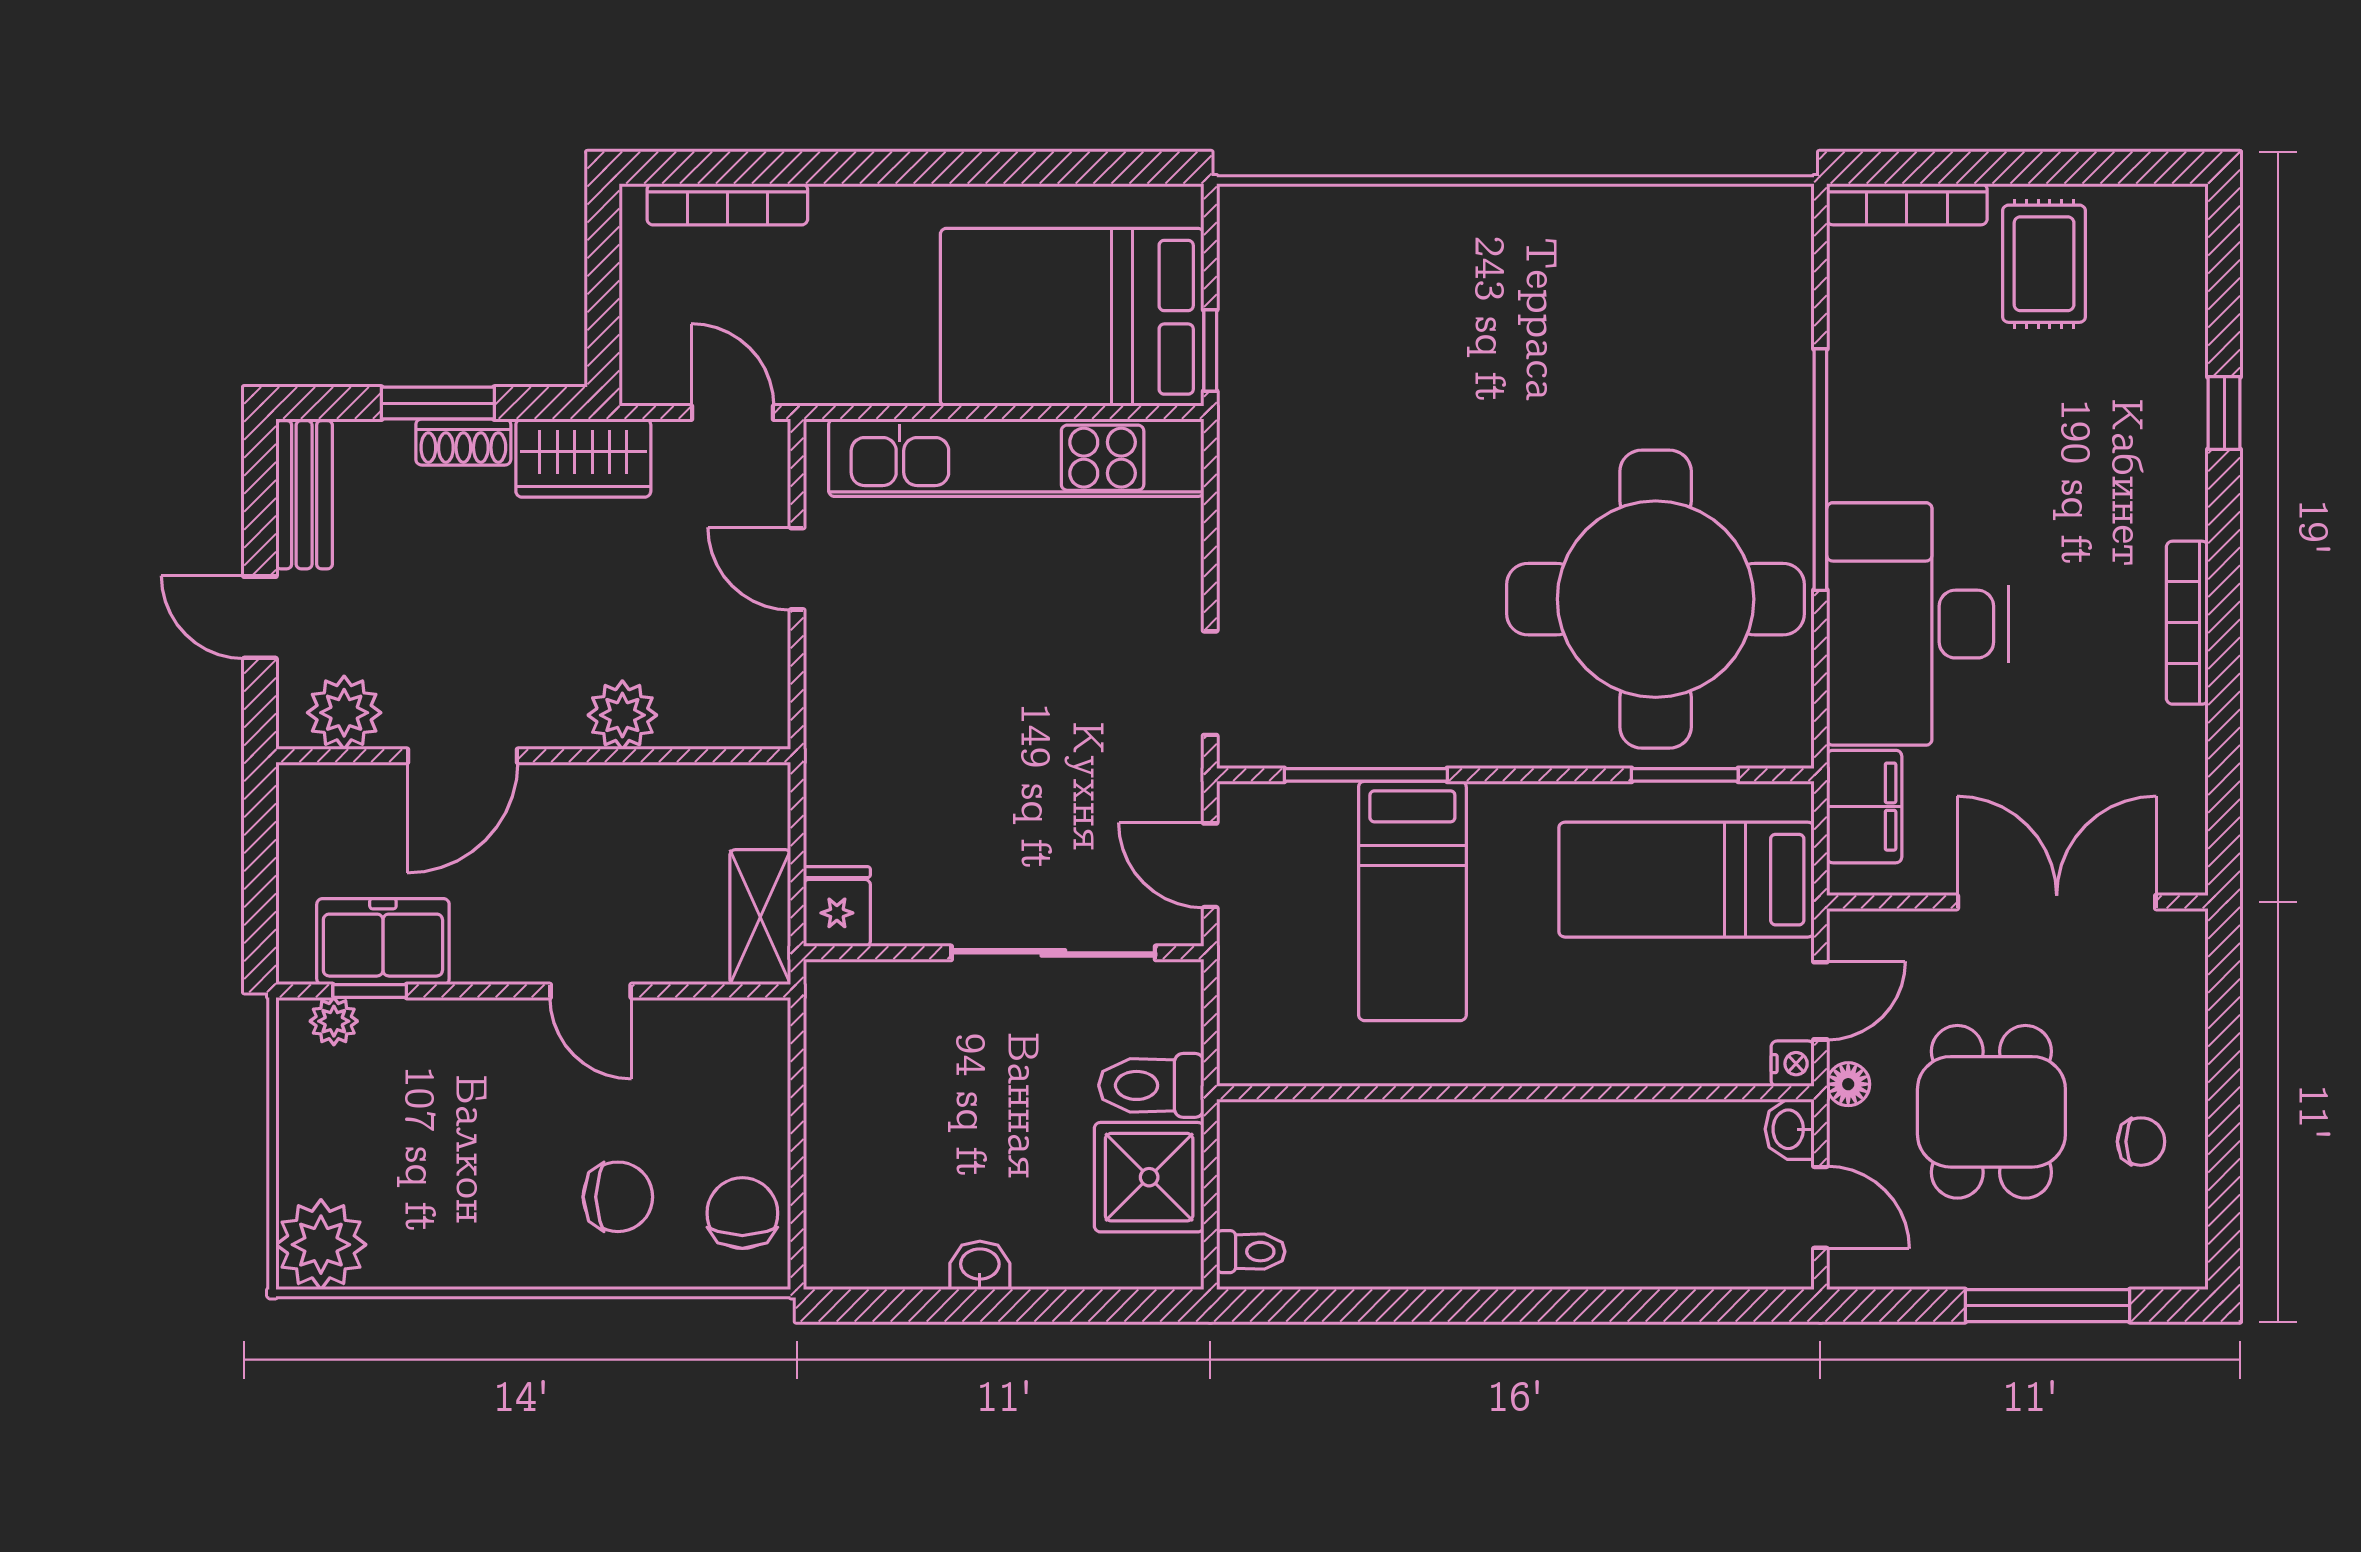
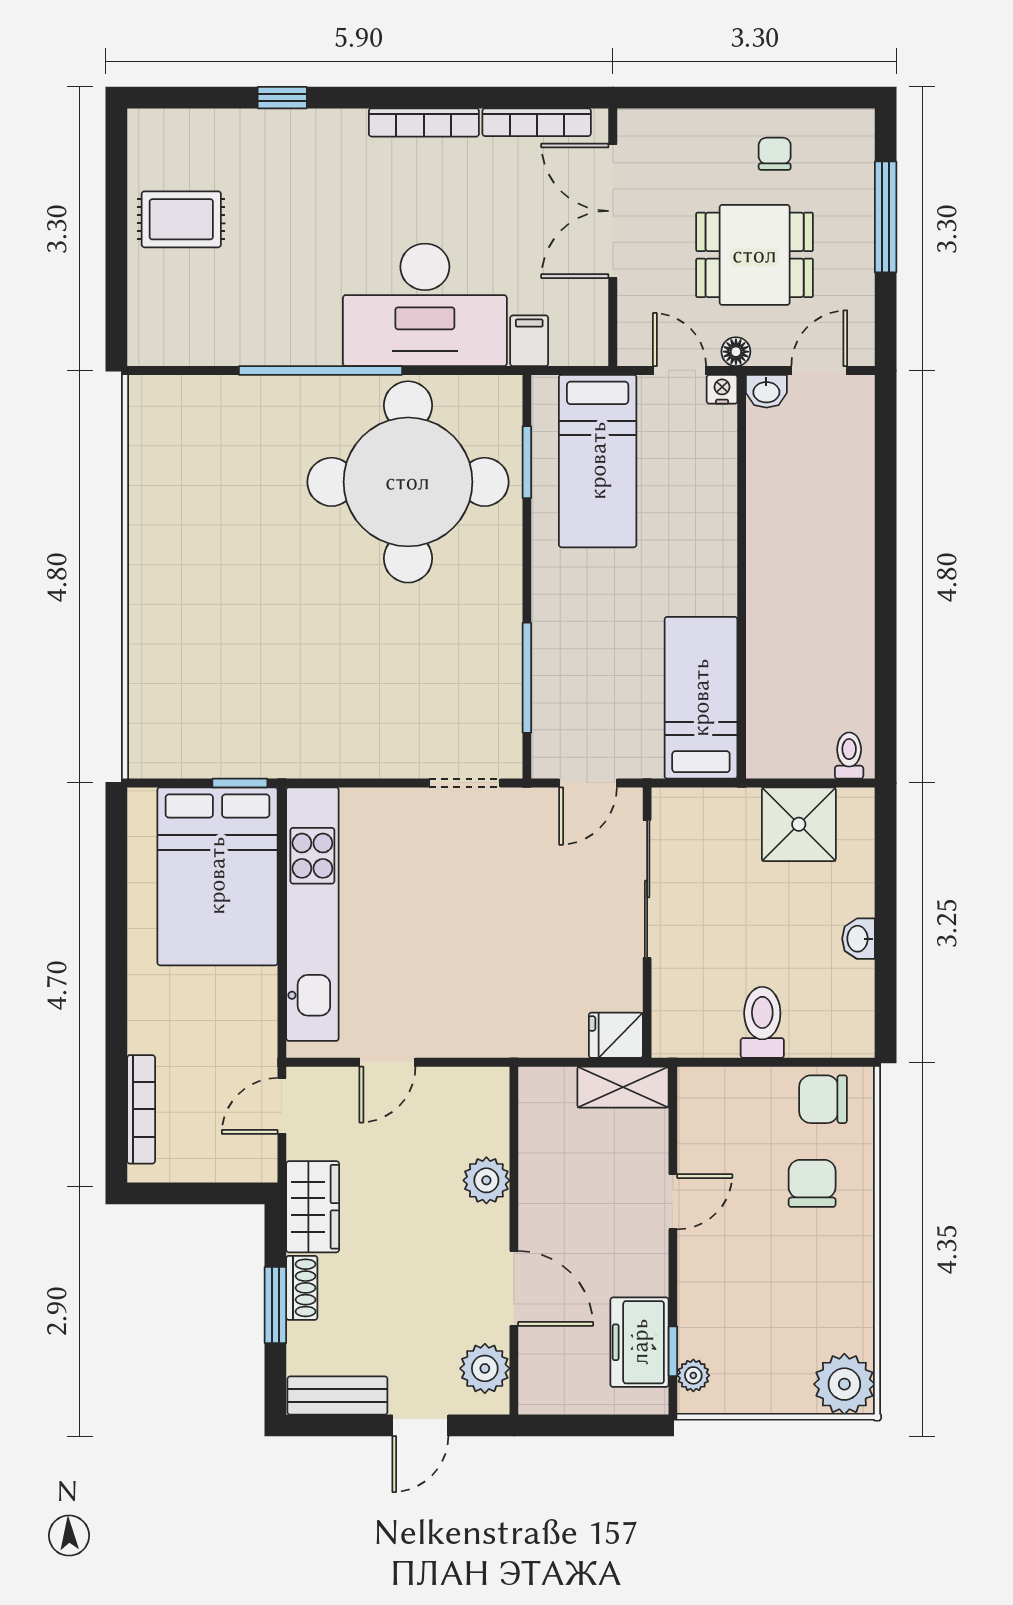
bookcase: (1907, 204) -> (537, 122), moved, turned 90
filing cabinet: (1864, 807) -> (529, 341), width x0.50
bed: (1412, 901) -> (701, 698), moved, turned -90
toilet: (1151, 1085) -> (762, 1022), moved, turned 180

